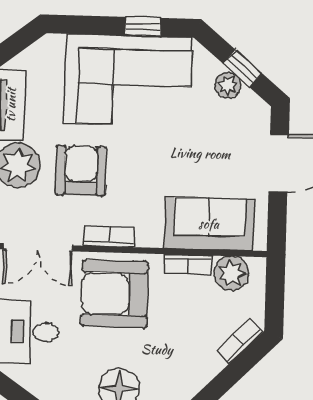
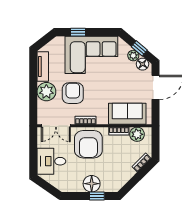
window: (143, 27) -> (78, 32), moved
floor lamp: (249, 106) -> (142, 64), added
armchair: (115, 294) -> (88, 144), turned -90

